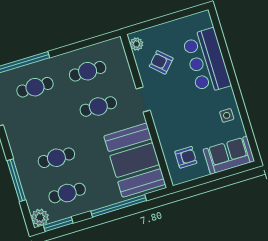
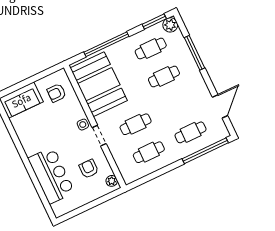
armchair: (161, 62) -> (89, 169), turned -133
side table: (227, 115) -> (83, 125), moved

